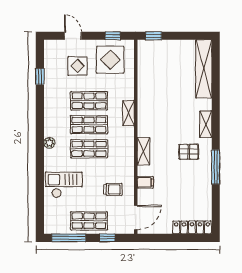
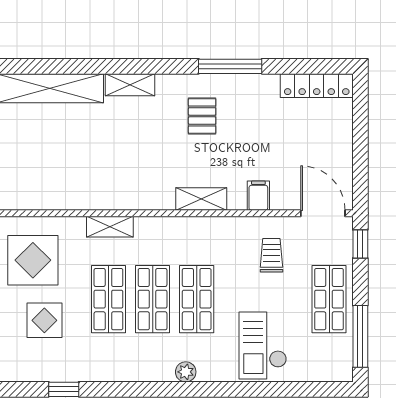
shelving: (128, 113) -> (110, 227), moved
shelving: (206, 124) -> (130, 85), moved
locker: (192, 227) -> (317, 86), moved, turned -90
window: (107, 238) -> (360, 244), moved

